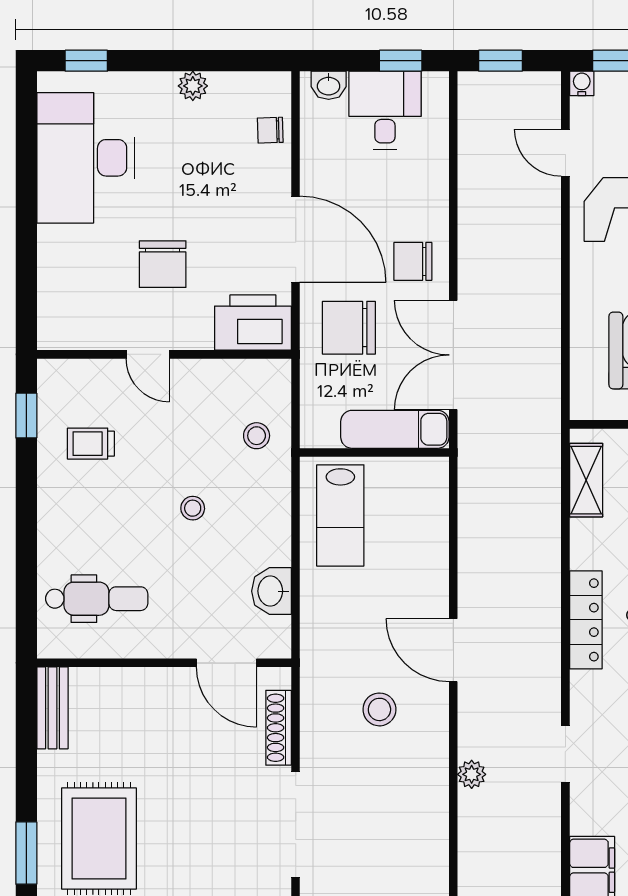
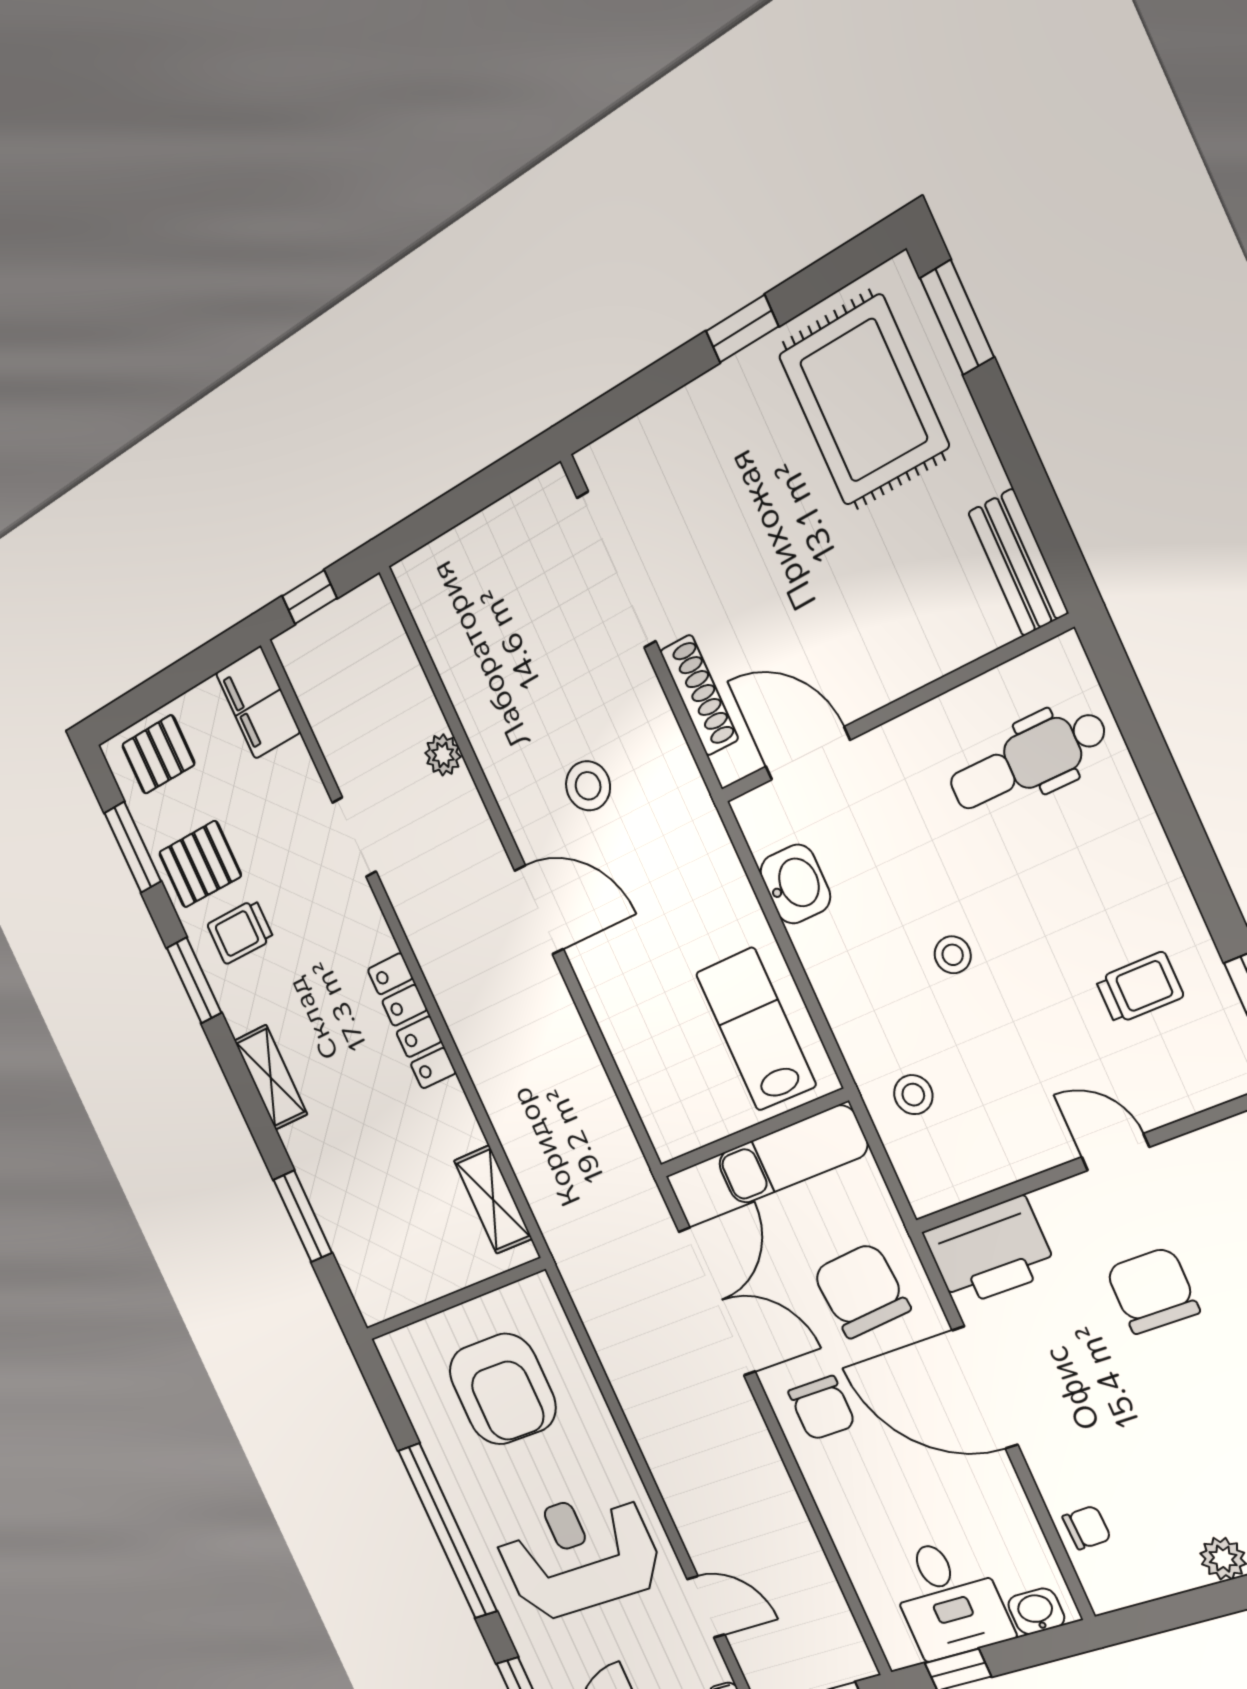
chair: (413, 261) -> (822, 1408), turned 90
chair: (349, 328) -> (861, 1290), turned -95
exam couch: (395, 429) -> (792, 1154), moved

